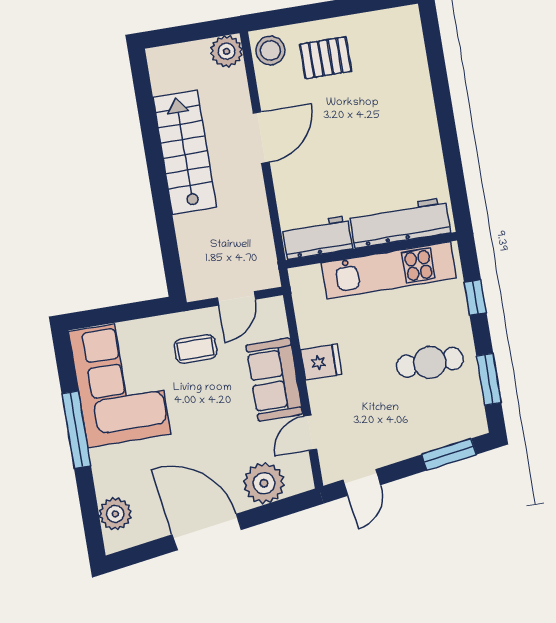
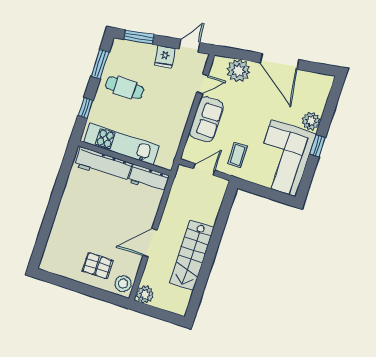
coffee table: (195, 349) -> (237, 155), turned 90
fridge: (321, 362) -> (165, 57), moved, turned -98
window: (76, 430) -> (318, 146), width x0.46
plant: (115, 514) -> (311, 121), moved

